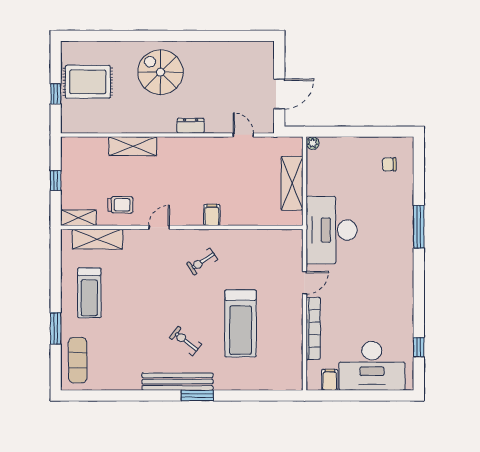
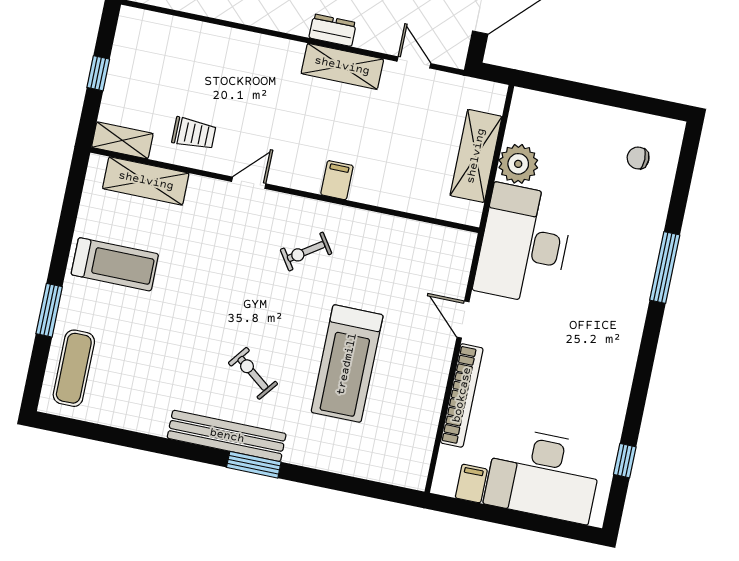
plant: (313, 143) -> (518, 164), moved, width x1.87, depth x1.87
shelving: (133, 146) -> (342, 66), moved
door: (304, 283) -> (463, 320), swing flipped
treadmill: (89, 293) -> (115, 264), turned -90

